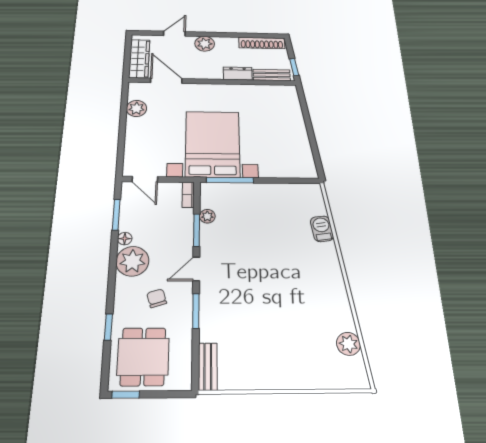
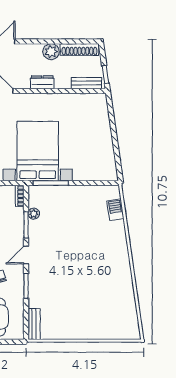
plant: (205, 44) -> (51, 52), moved
dresser: (238, 74) -> (42, 82), moved
barbecue: (322, 229) -> (115, 210), moved
plant: (348, 344) -> (129, 309), removed

